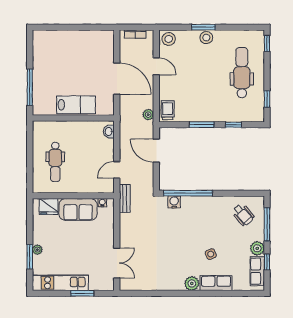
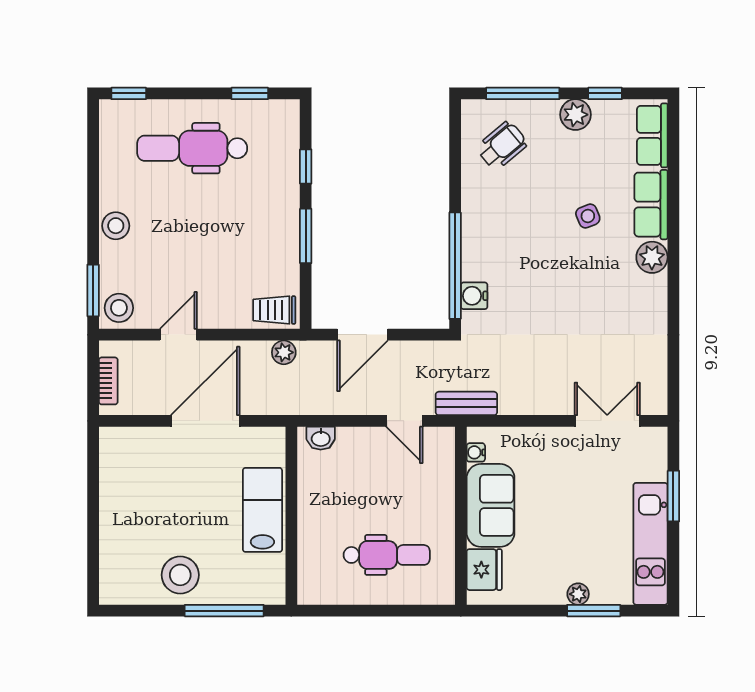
window: (203, 27) -> (93, 290), moved
stool: (46, 67) -> (180, 575), added
row of seats: (257, 271) -> (652, 135), moved, turned 90

